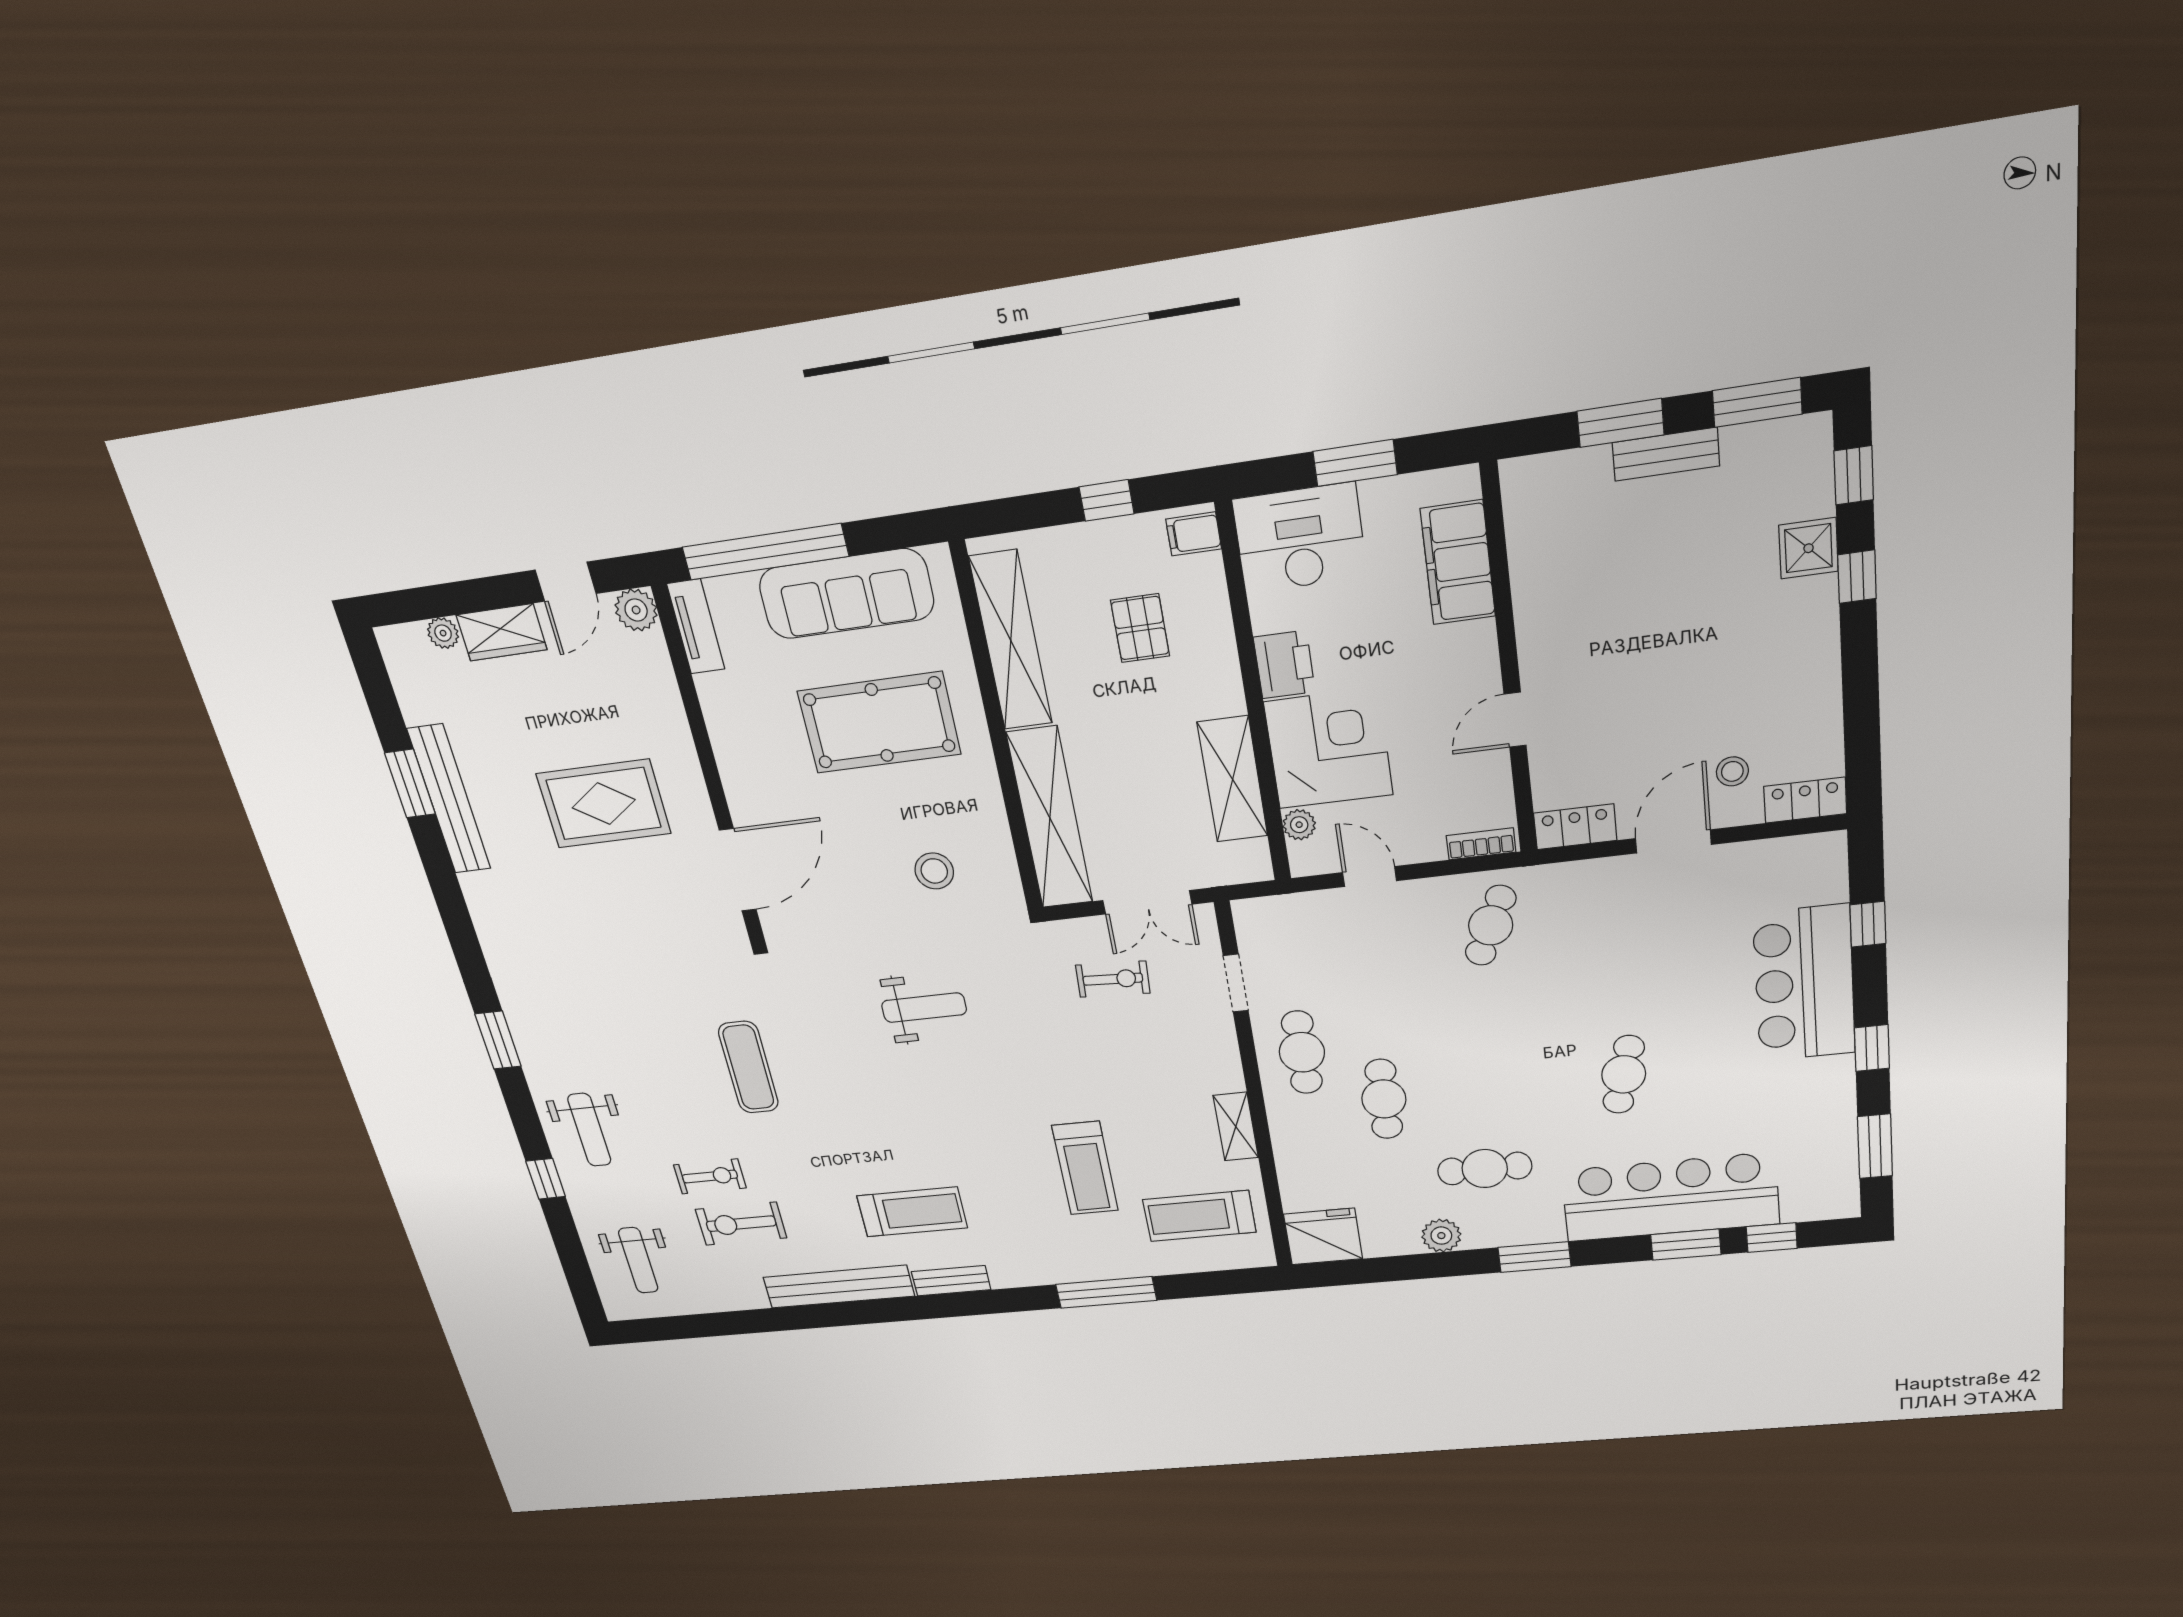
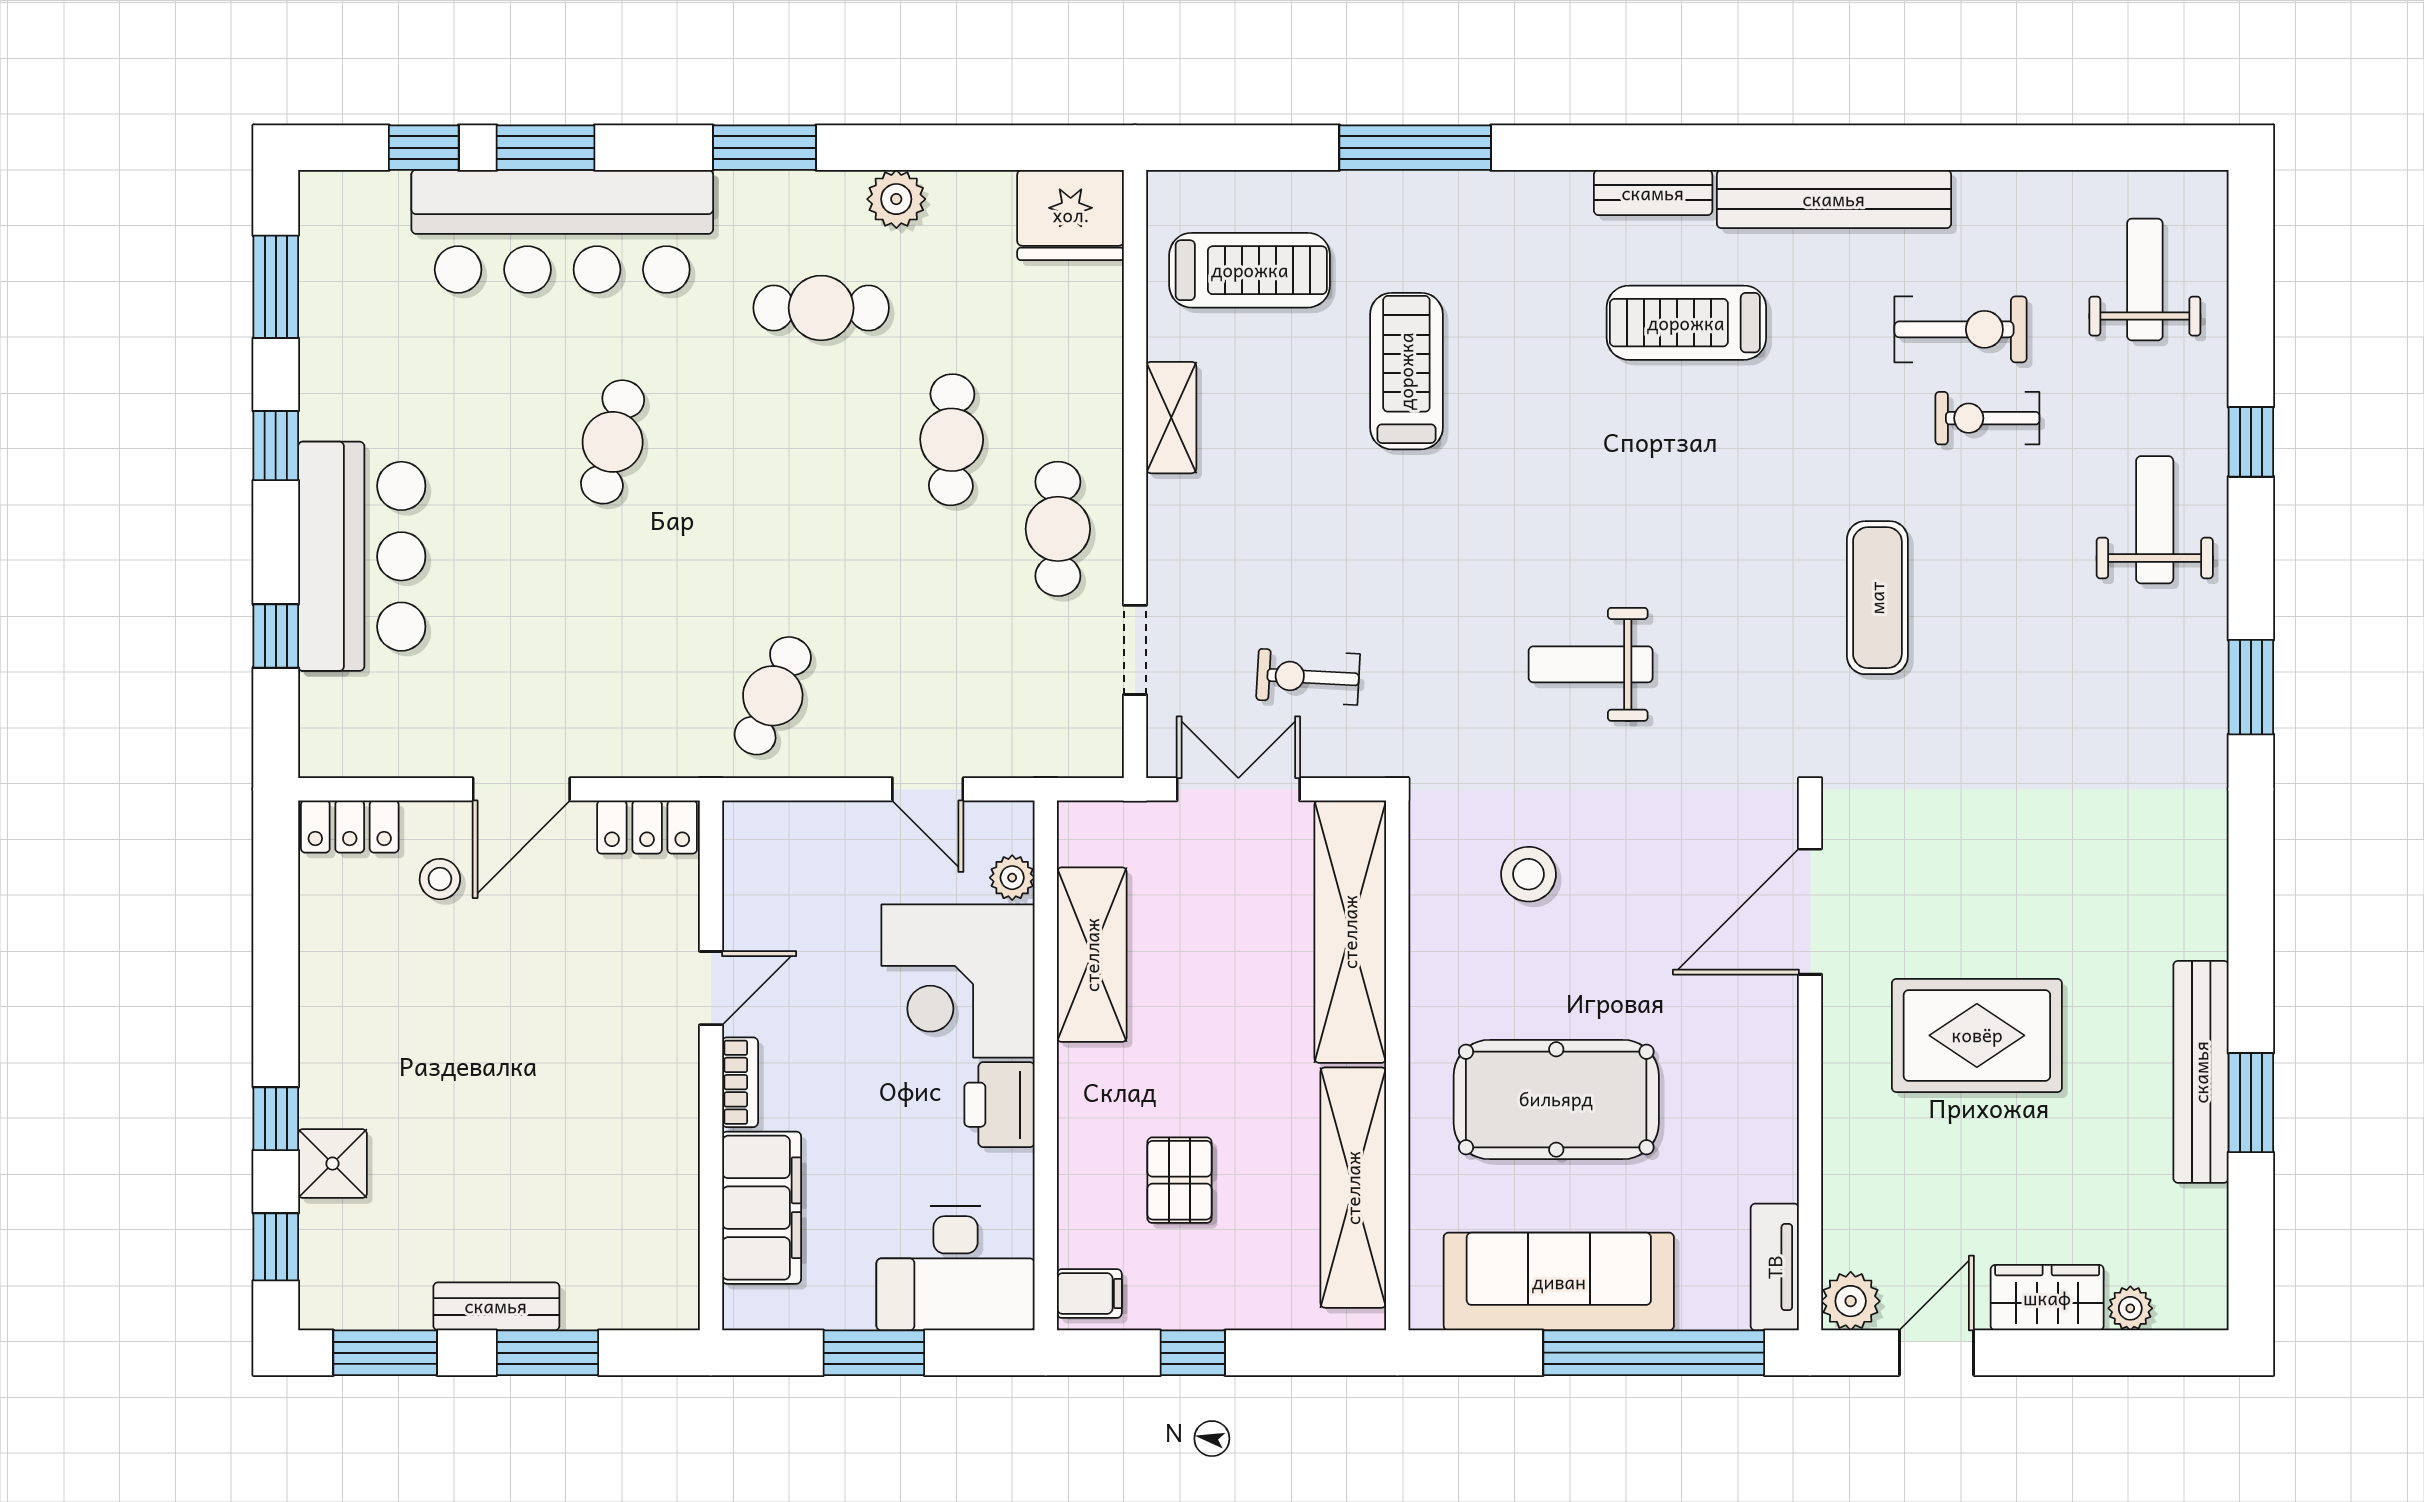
bookcase: (1481, 844) -> (740, 1082), moved, turned -90

